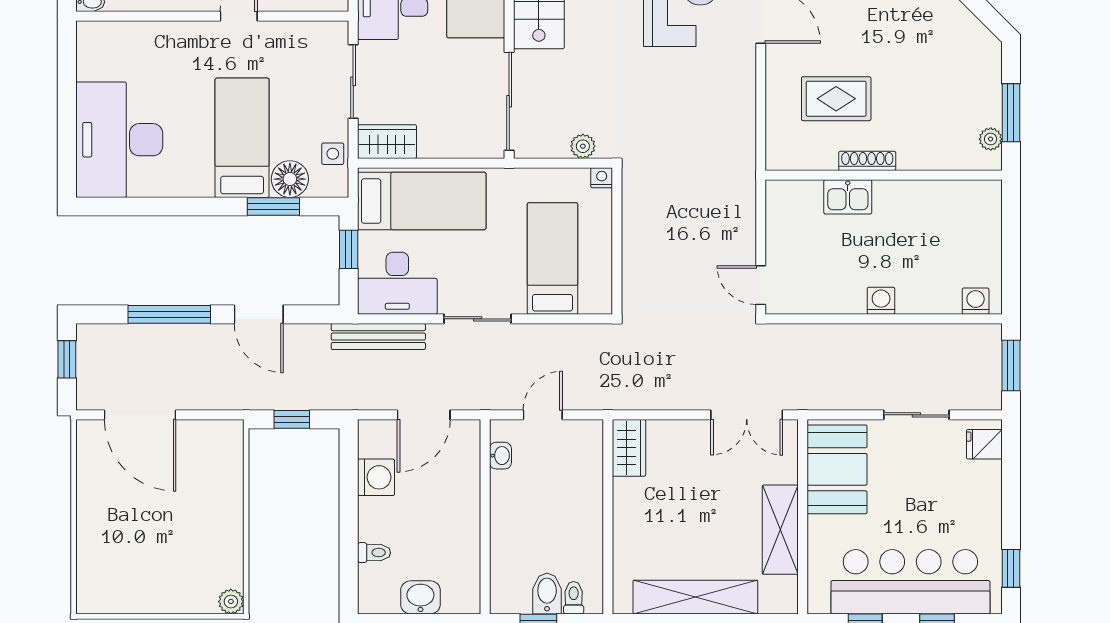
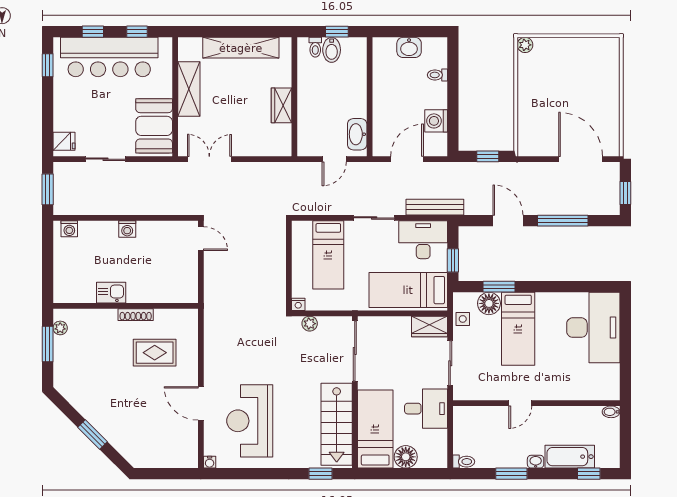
kitchen sink: (848, 197) -> (111, 293), moved
wardrobe: (629, 448) -> (281, 105), moved
washbasin: (500, 456) -> (357, 134), width x1.91, depth x1.45

